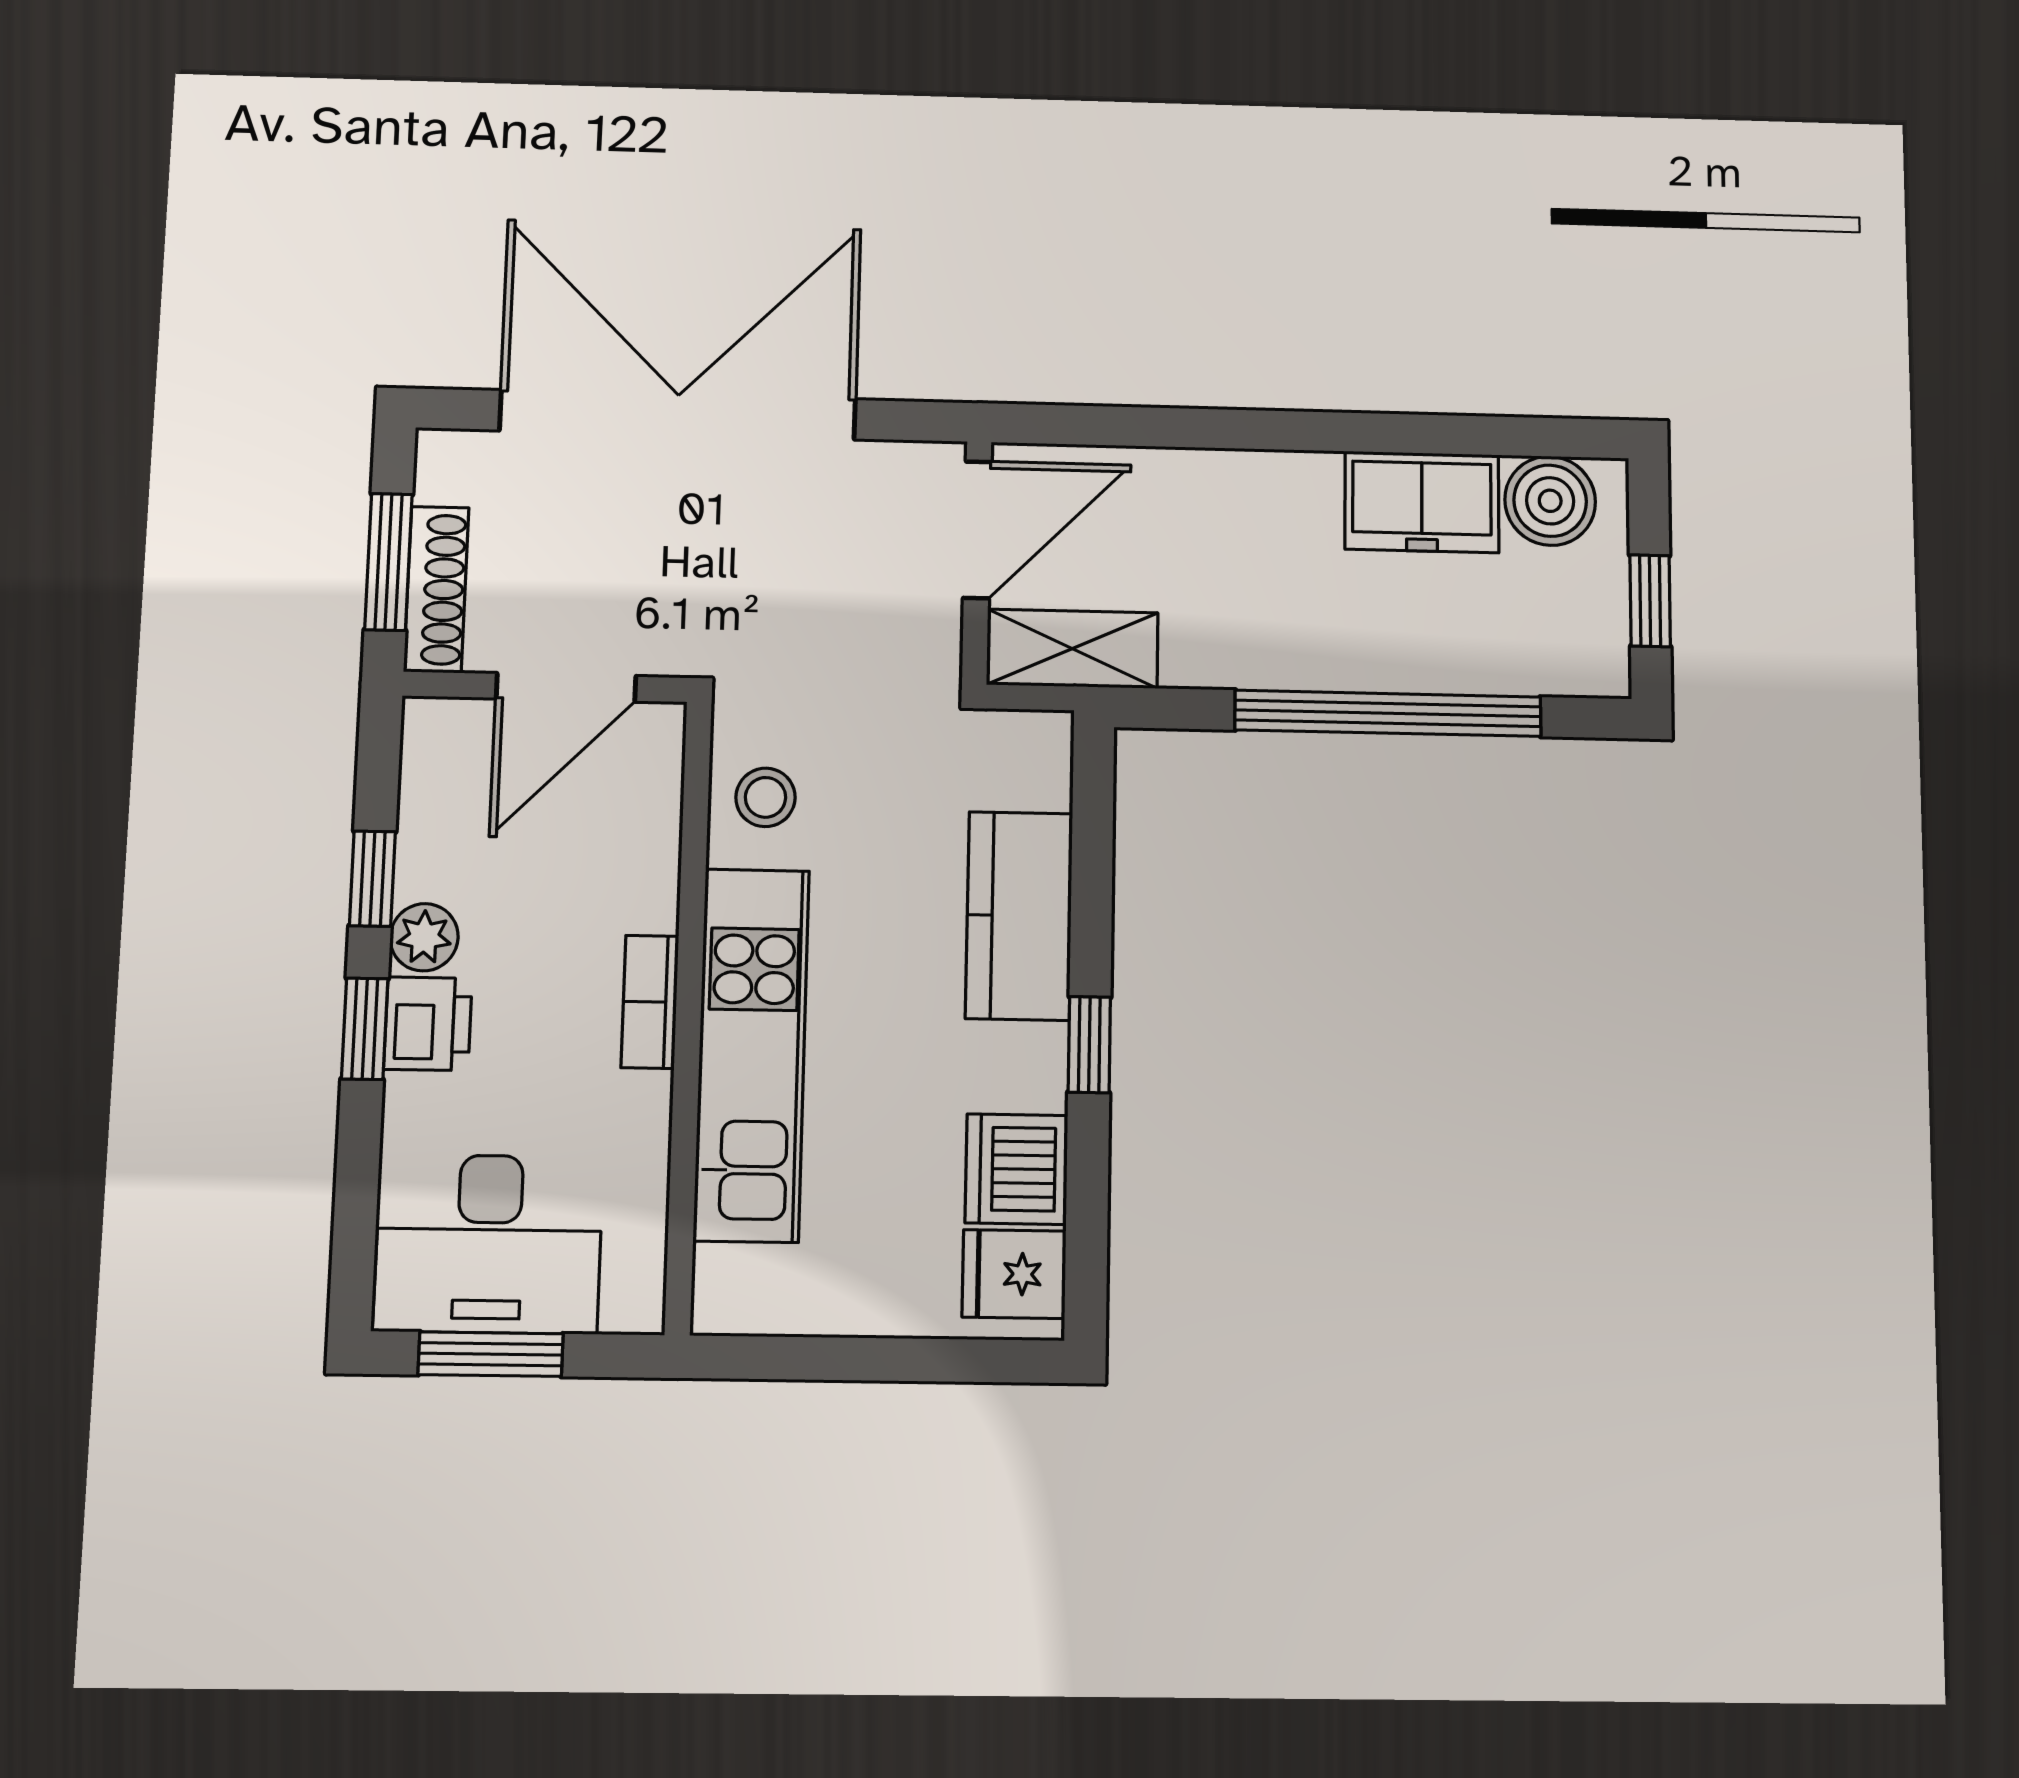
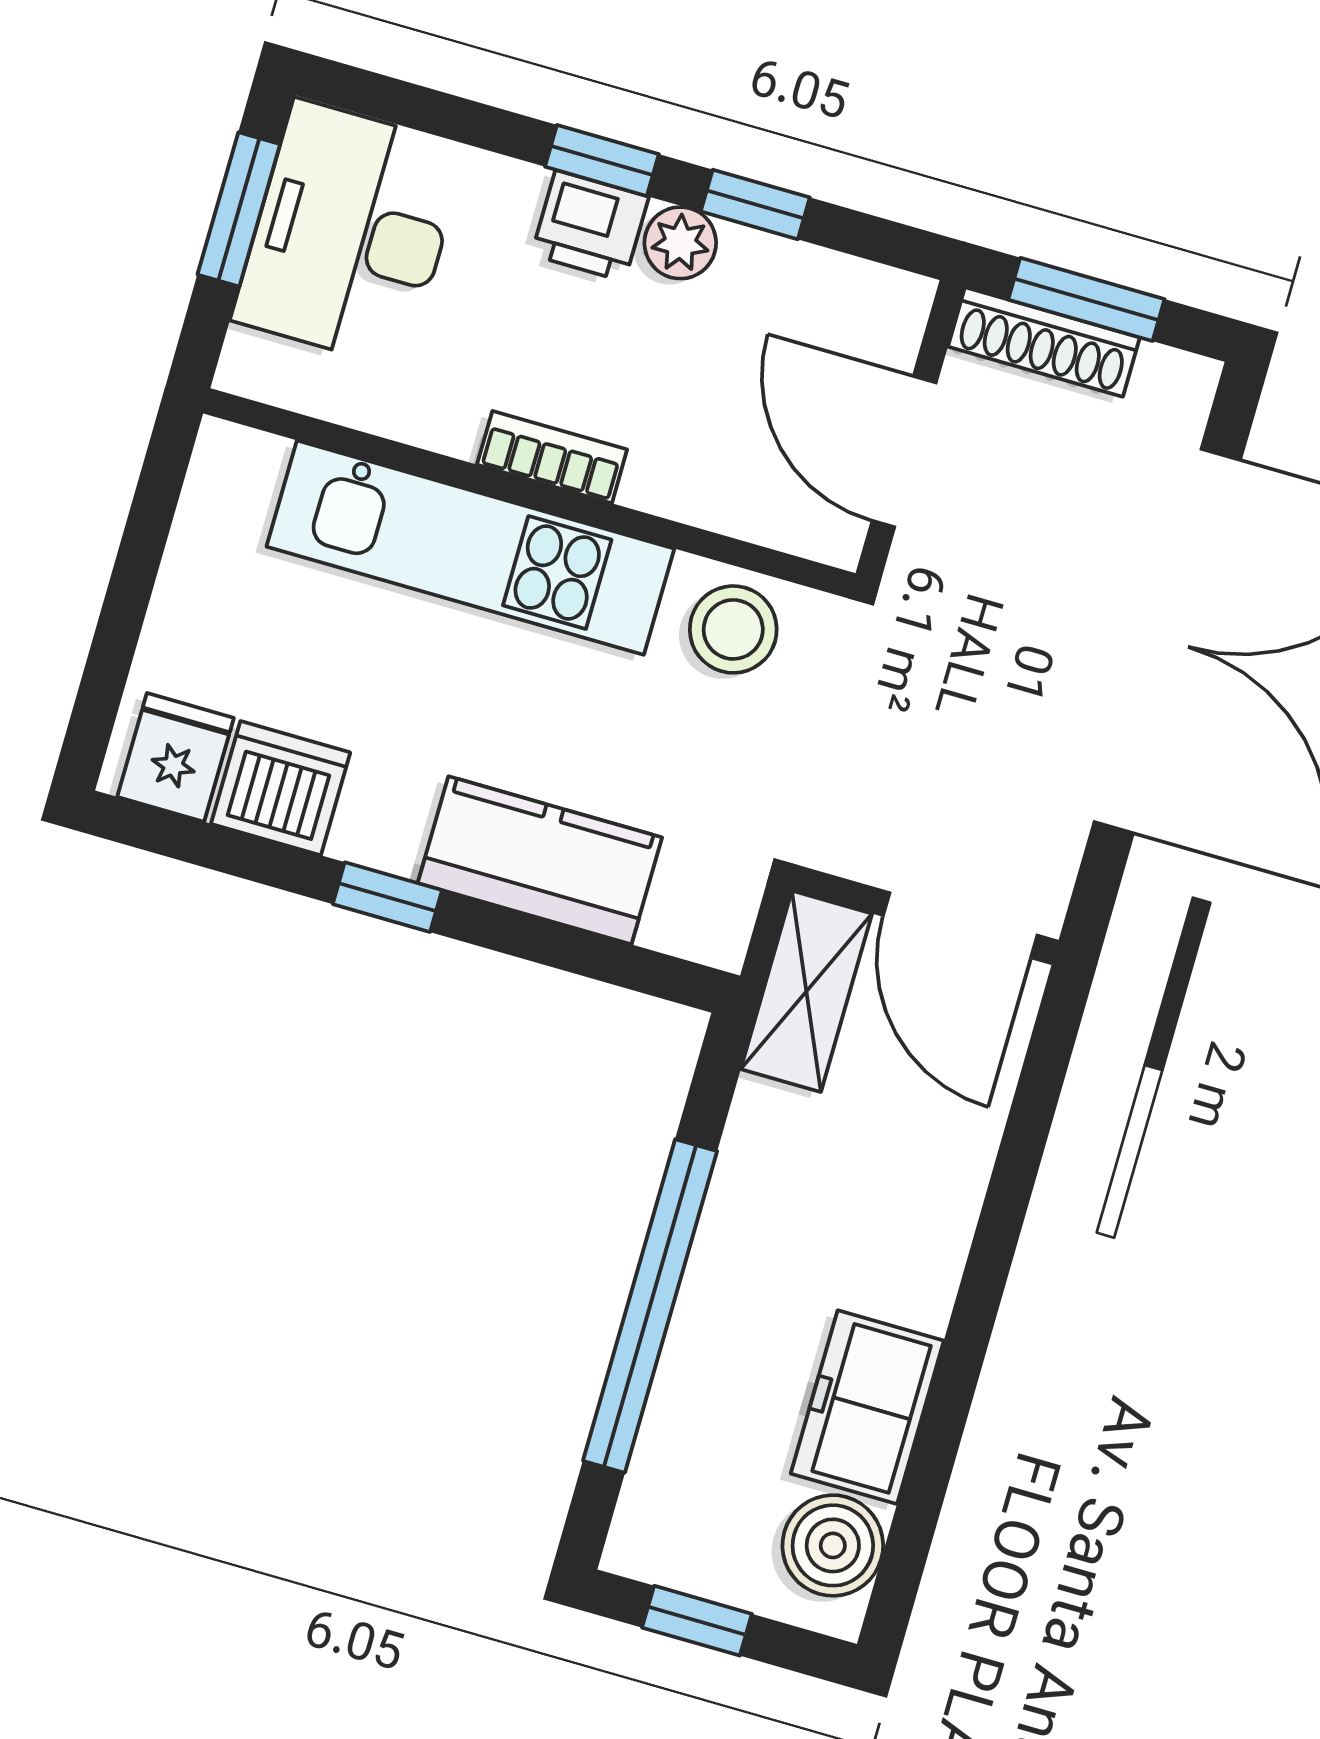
stool: (765, 797) -> (733, 629), width x1.37, depth x1.37

